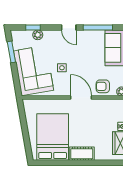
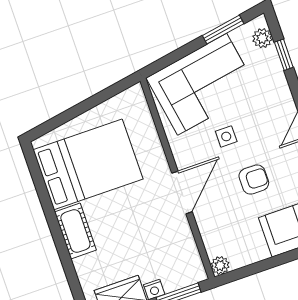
plant: (38, 35) -> (262, 38), moved
armchair: (103, 86) -> (254, 180), moved, turned 90

